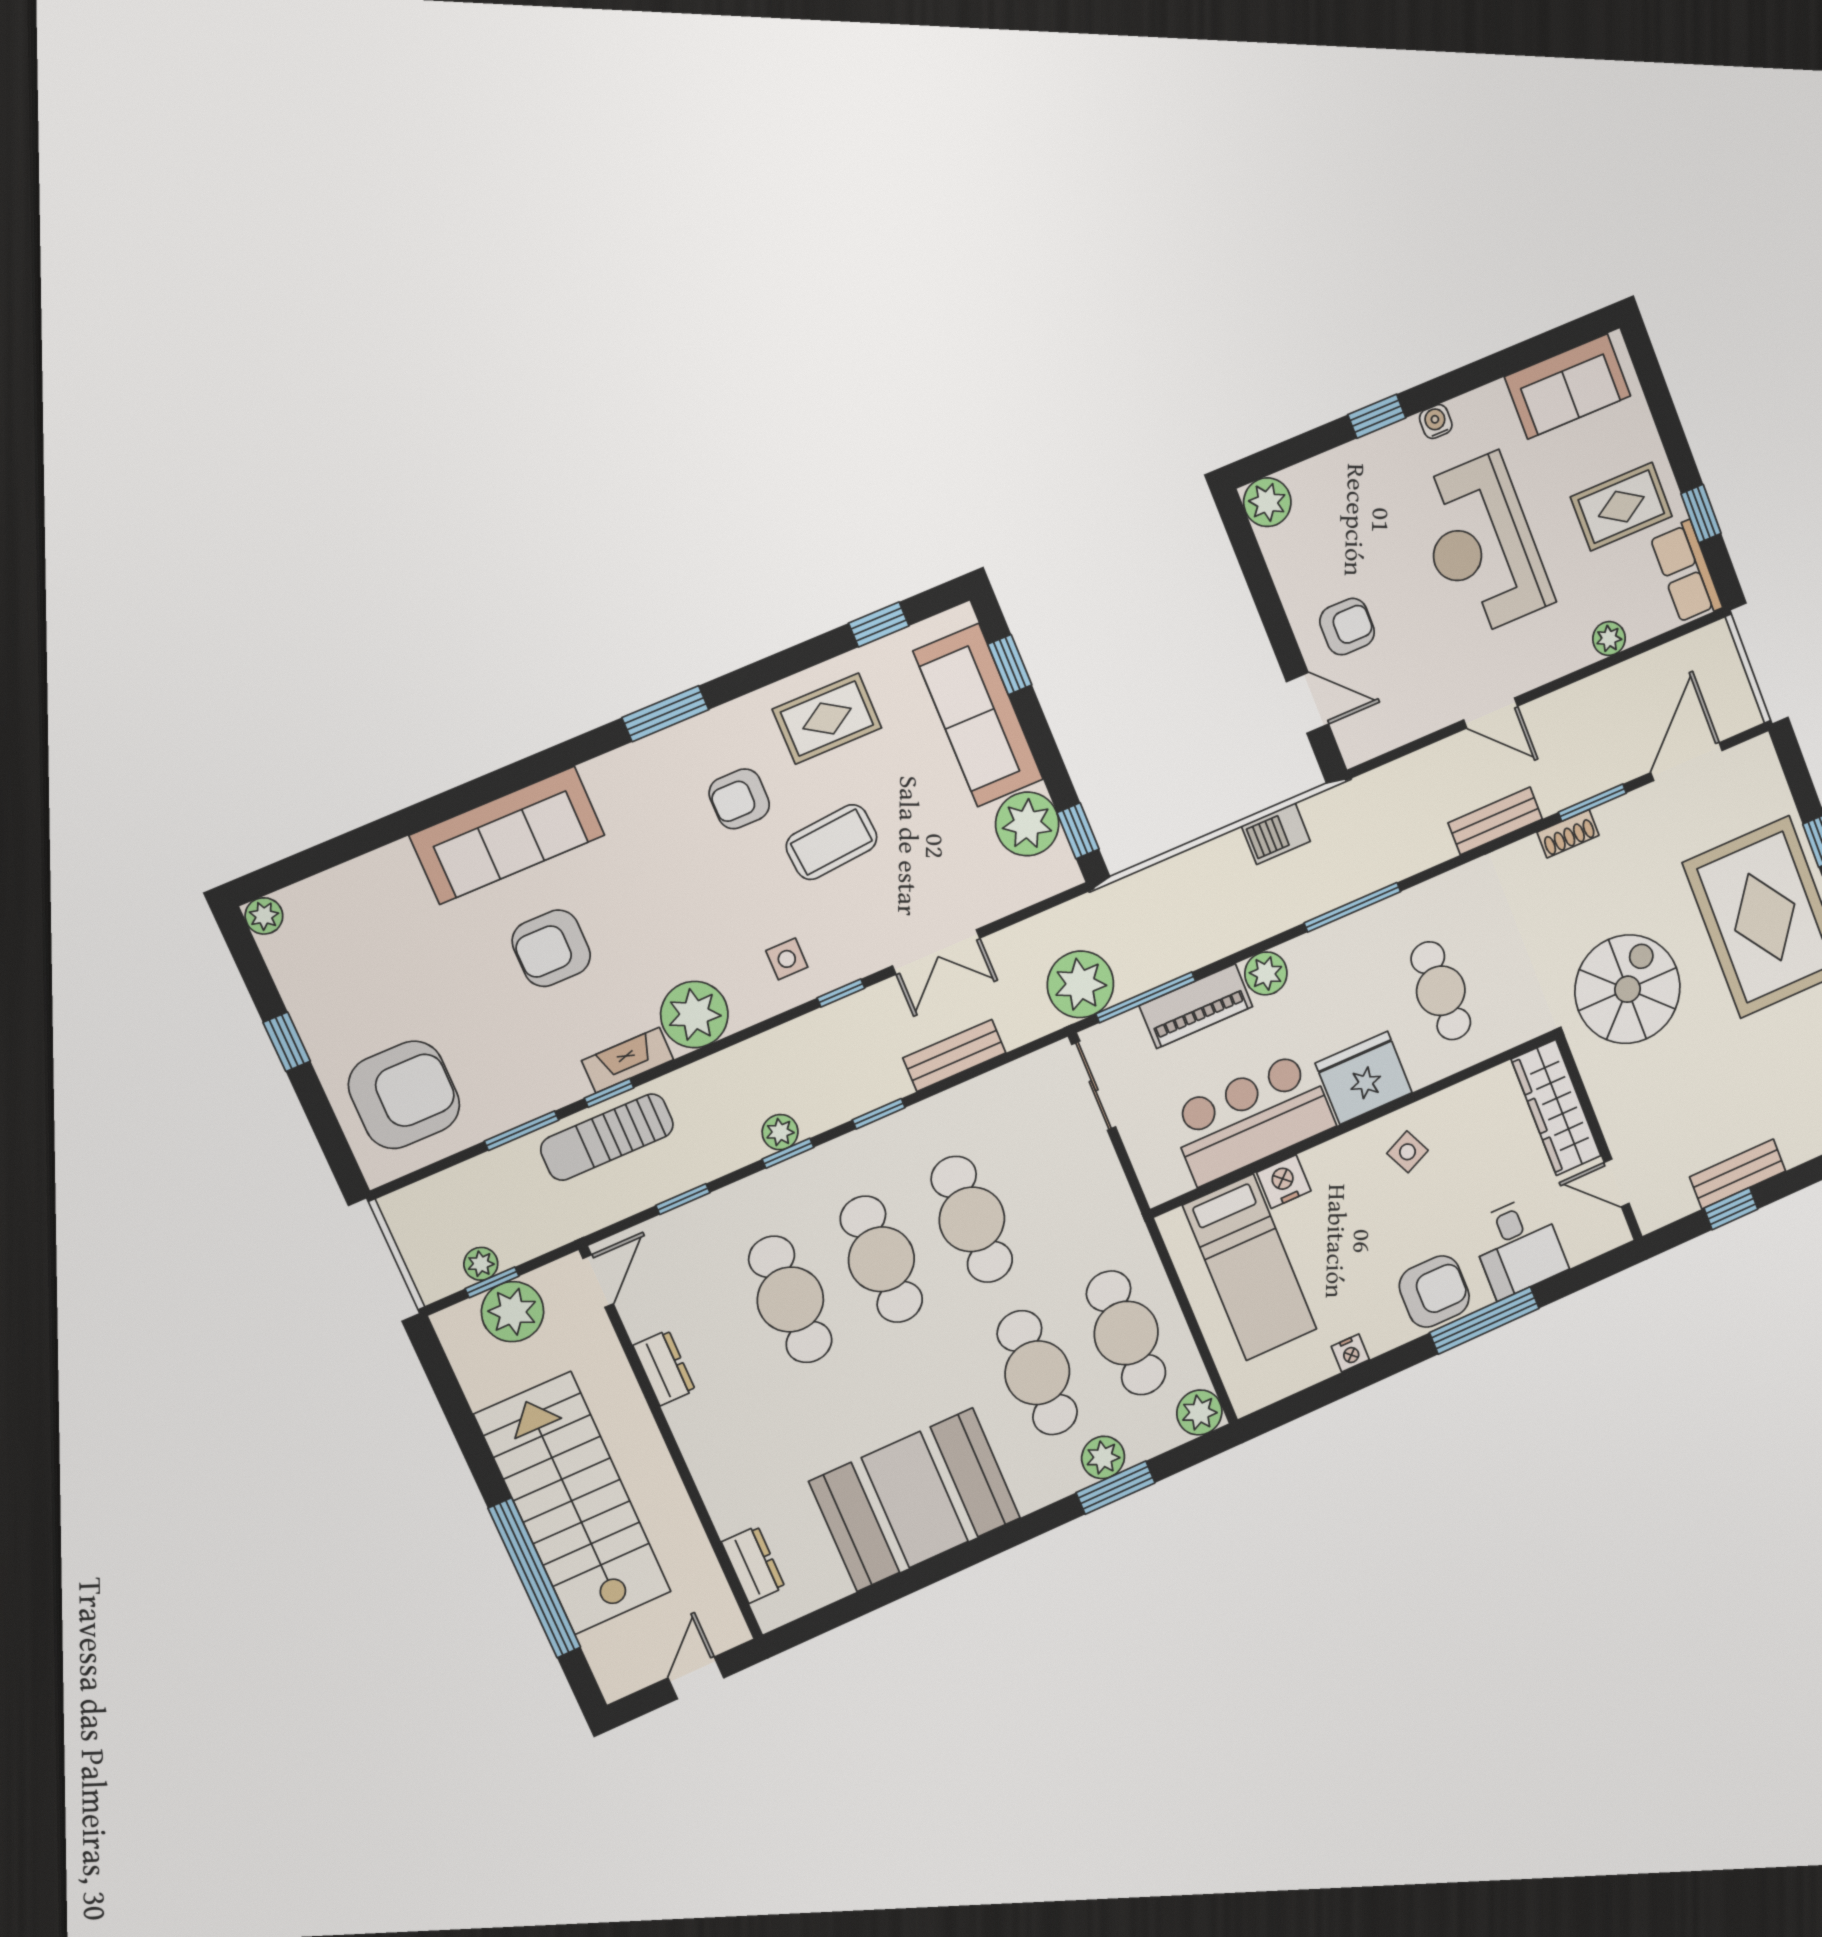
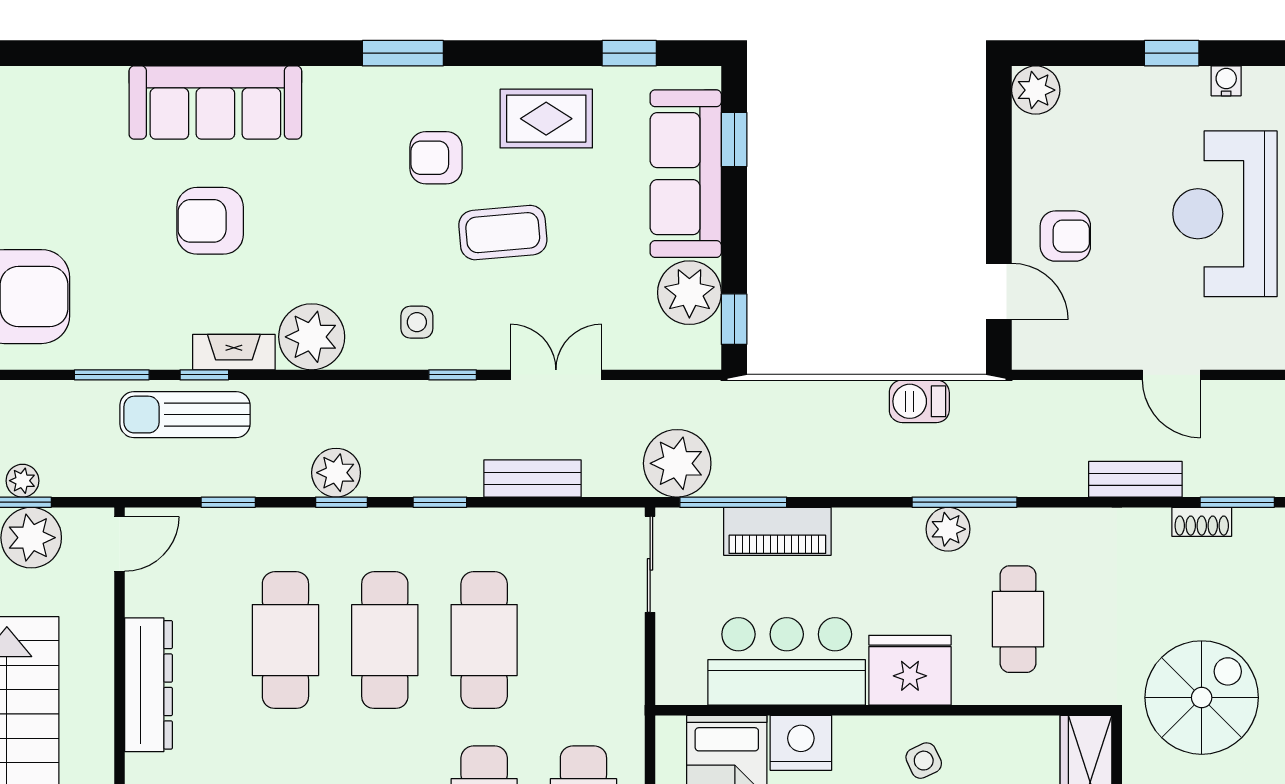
double door: (936, 952) -> (556, 375), swing flipped
plant: (1266, 973) -> (948, 529), moved
plant: (780, 1132) -> (336, 473), width x1.38, depth x1.38
nightstand: (1284, 1182) -> (801, 743), width x1.36, depth x1.33
dresser: (664, 1368) -> (148, 685), width x1.96, depth x1.24

